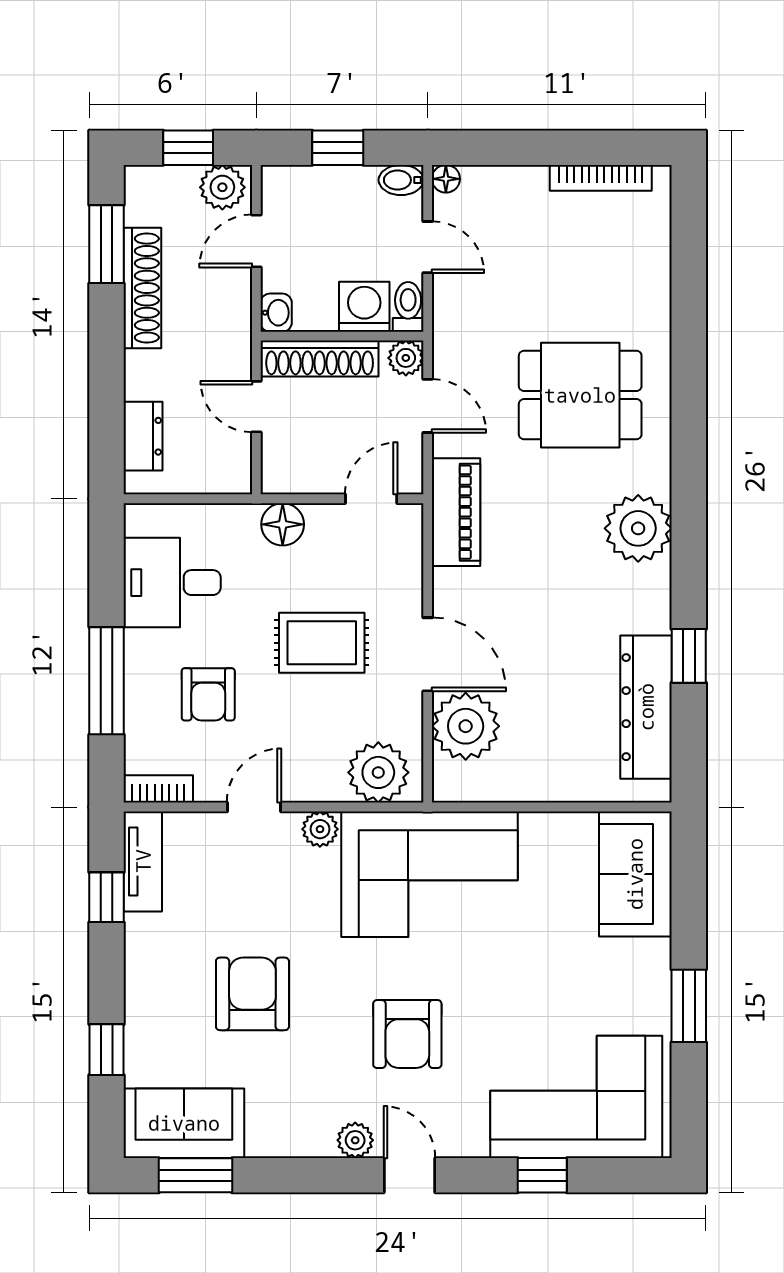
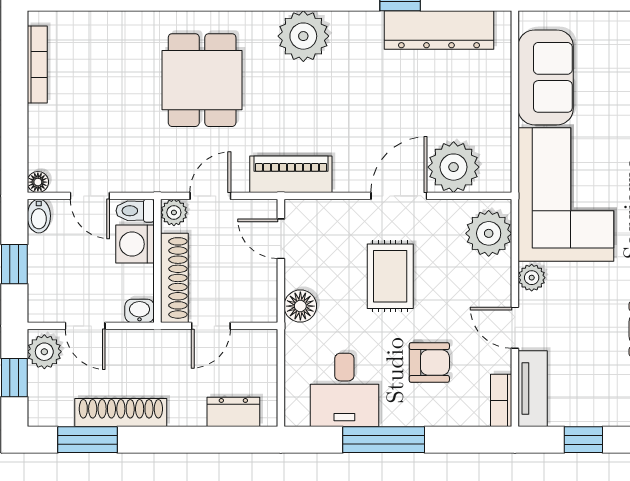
door: (428, 247) -> (90, 196), swing flipped
window: (107, 681) -> (384, 440), moved
tv unit: (143, 861) -> (533, 389), moved, turned 90
sofa: (635, 874) -> (546, 77), moved, turned -90

